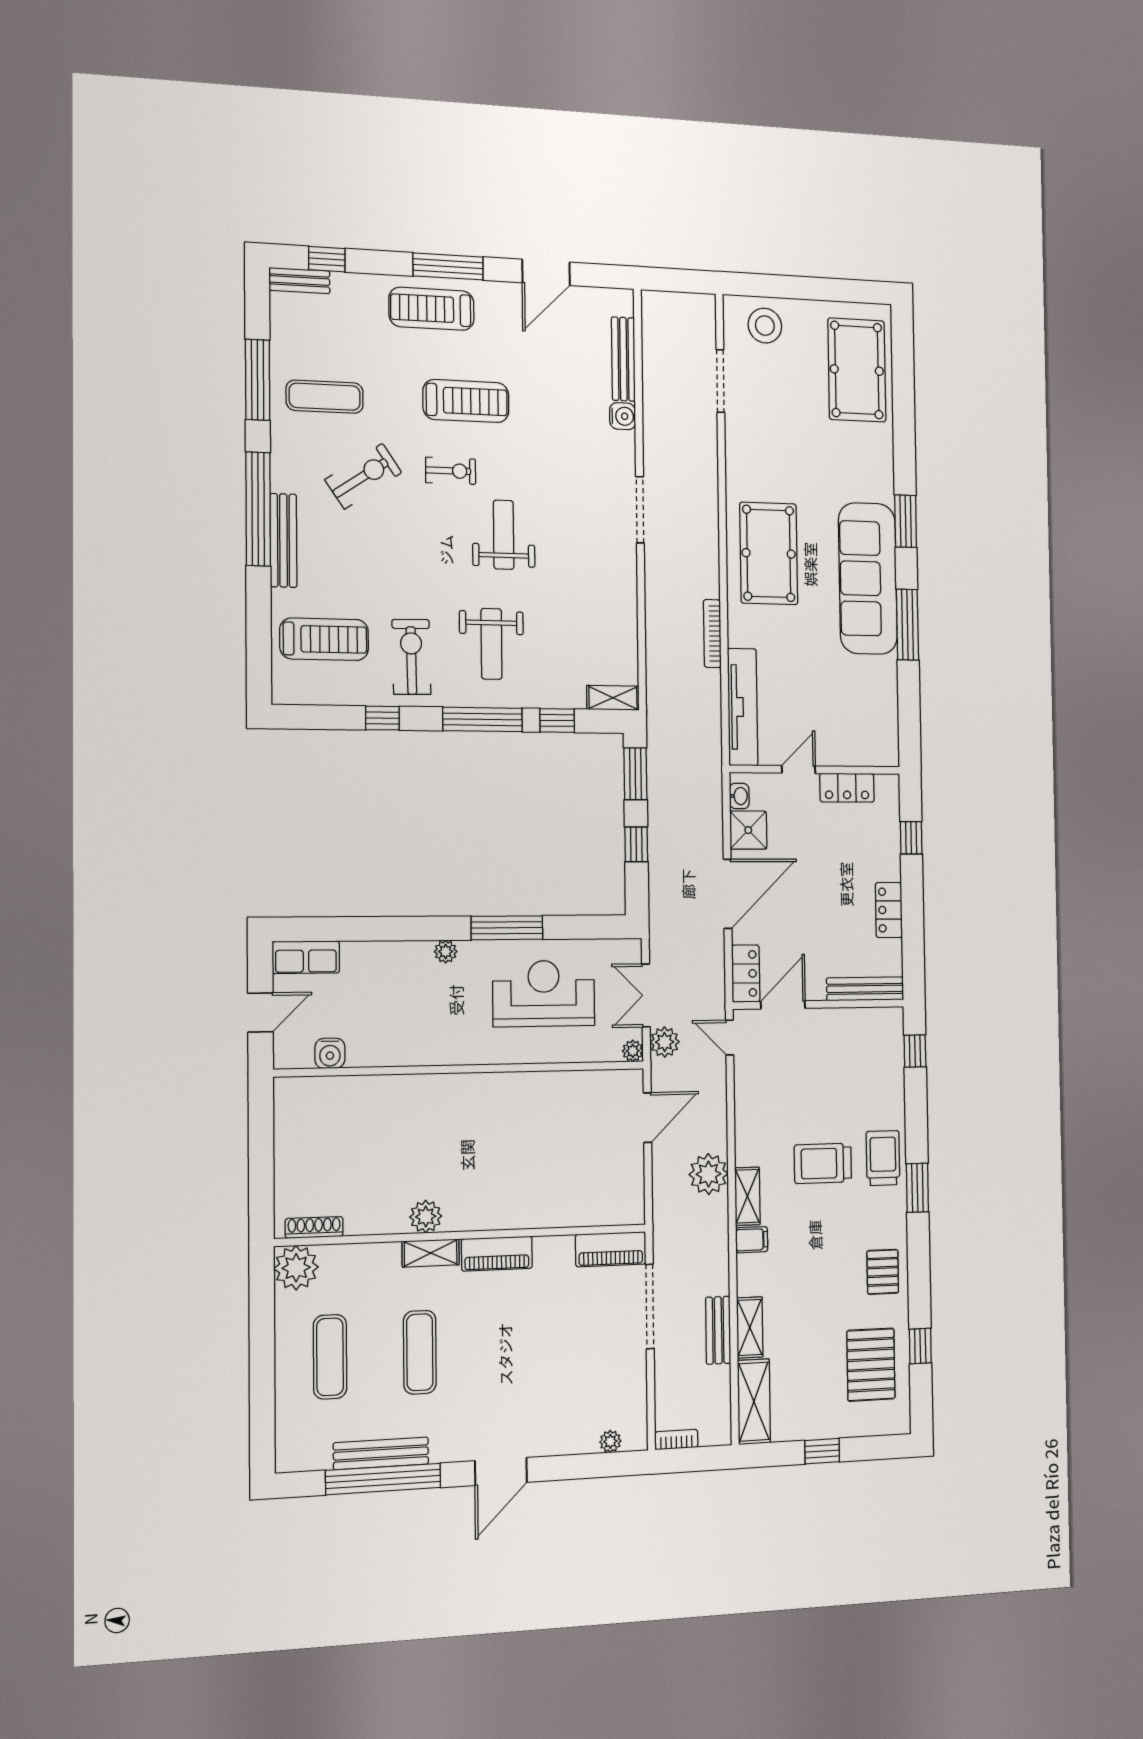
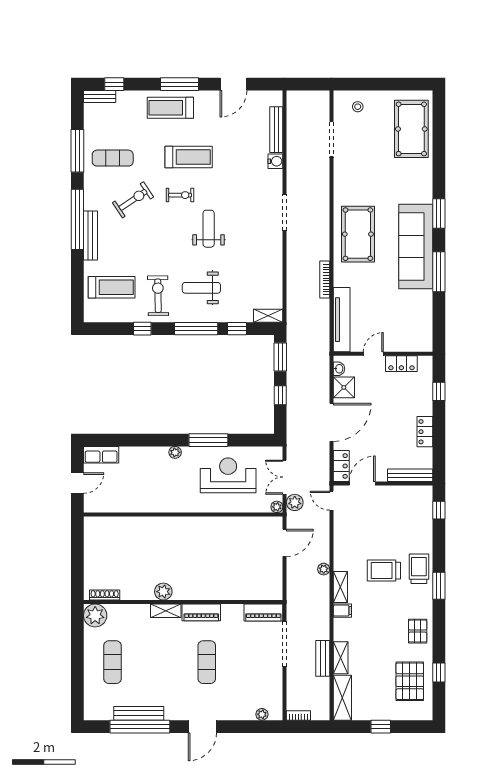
stool: (765, 326) -> (358, 107), width x0.53, depth x0.53
weight bench: (491, 644) -> (201, 288), turned 90
water cooler: (330, 1053) -> (113, 505), removed
plant: (709, 1174) -> (324, 569), width x0.53, depth x0.53
exercise mat: (420, 1352) -> (207, 662), moved

